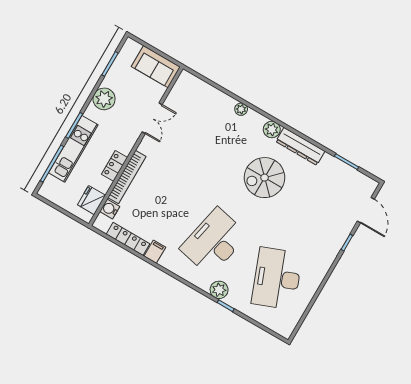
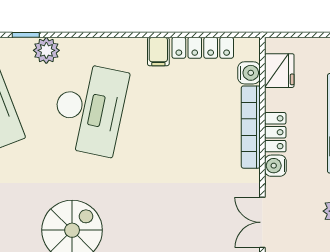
water cooler: (126, 147) -> (275, 166), added

